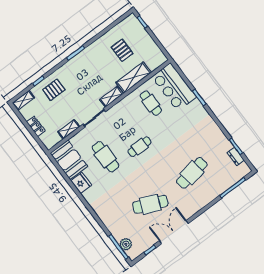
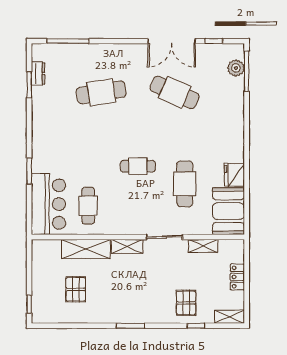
pallet: (54, 90) -> (186, 303), turned 90

